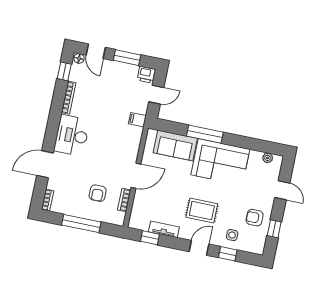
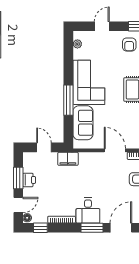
printer: (146, 75) -> (29, 180), moved
filing cabinet: (137, 120) -> (68, 159), width x2.00
window: (52, 131) -> (92, 228), added
desk: (72, 135) -> (88, 211), width x0.73
door: (45, 164) -> (121, 228), swing flipped

